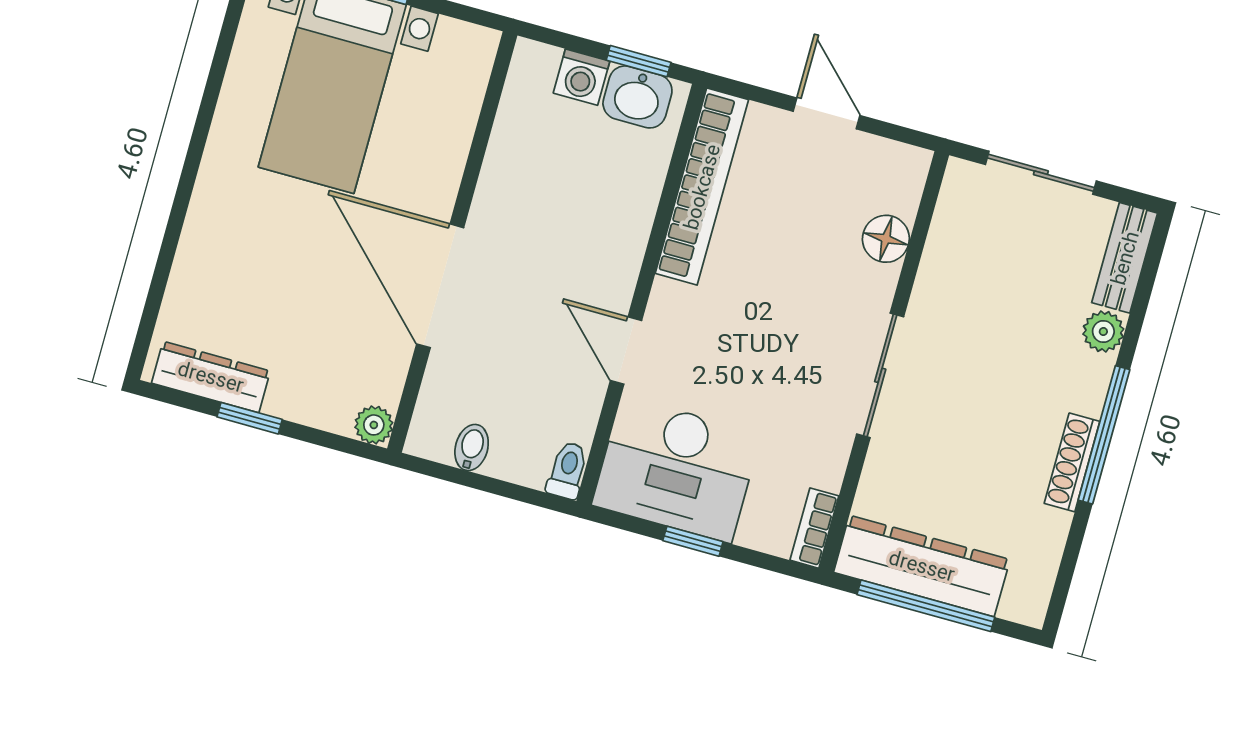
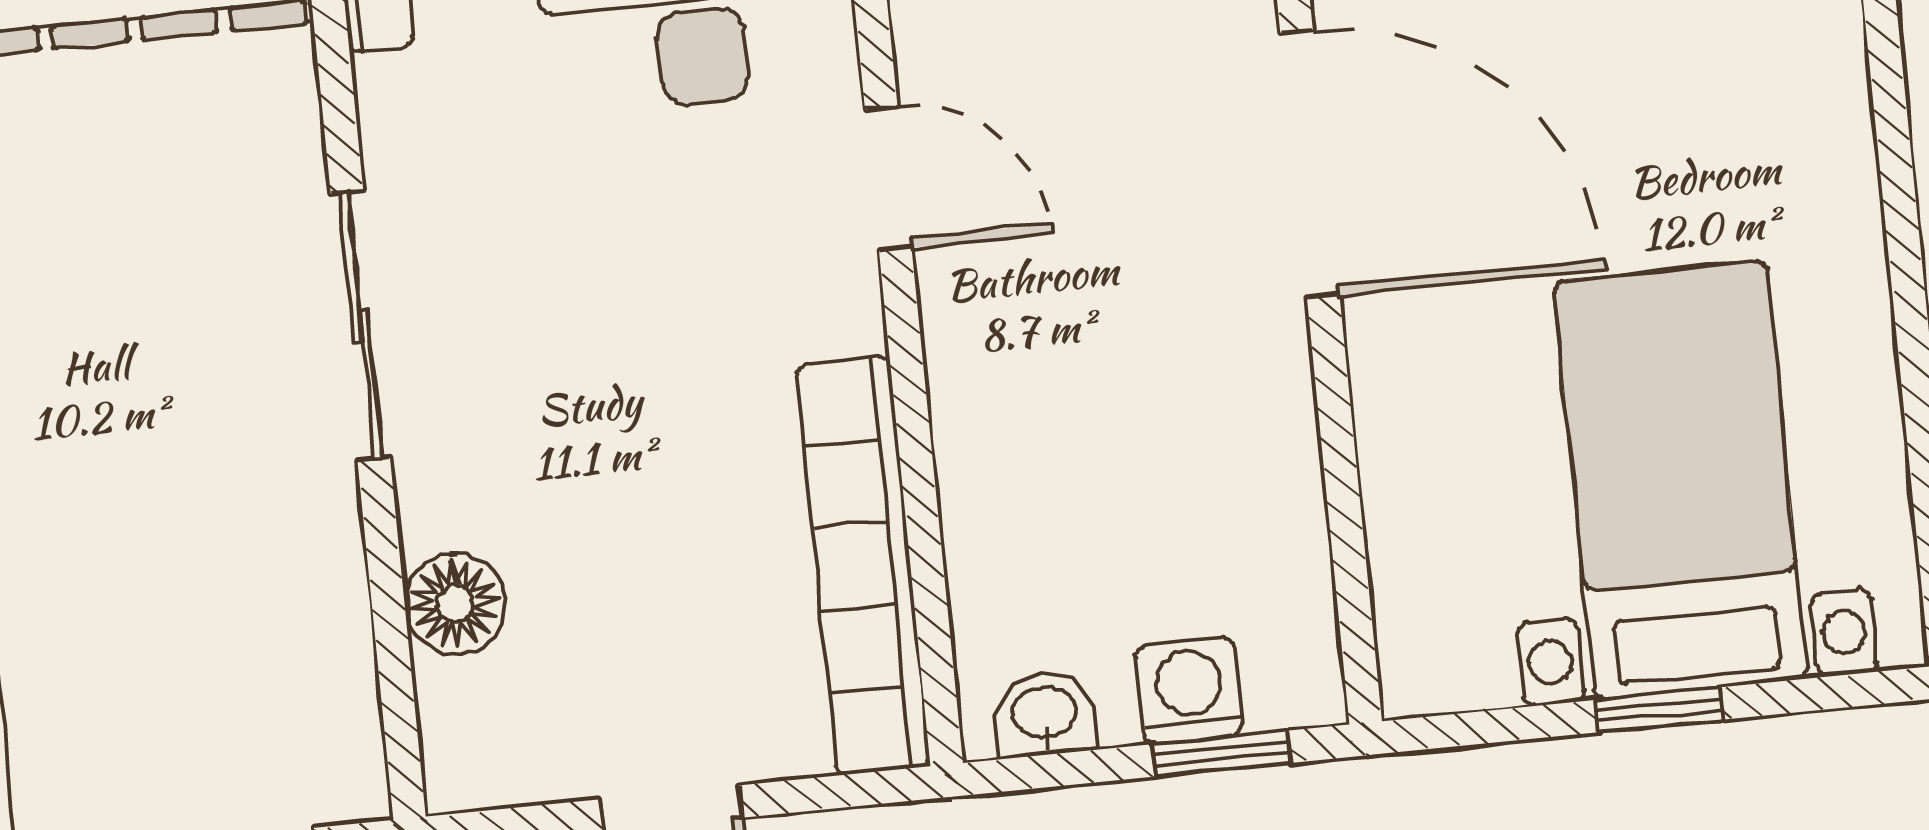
window: (639, 61) -> (1222, 753), moved
washbasin: (637, 97) -> (1045, 714), width x0.72, depth x0.69

